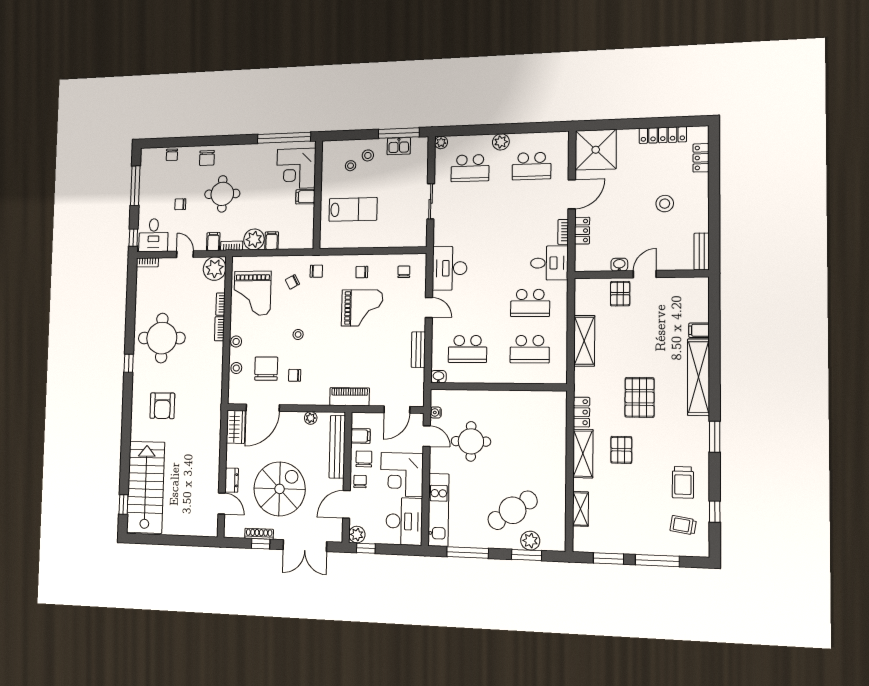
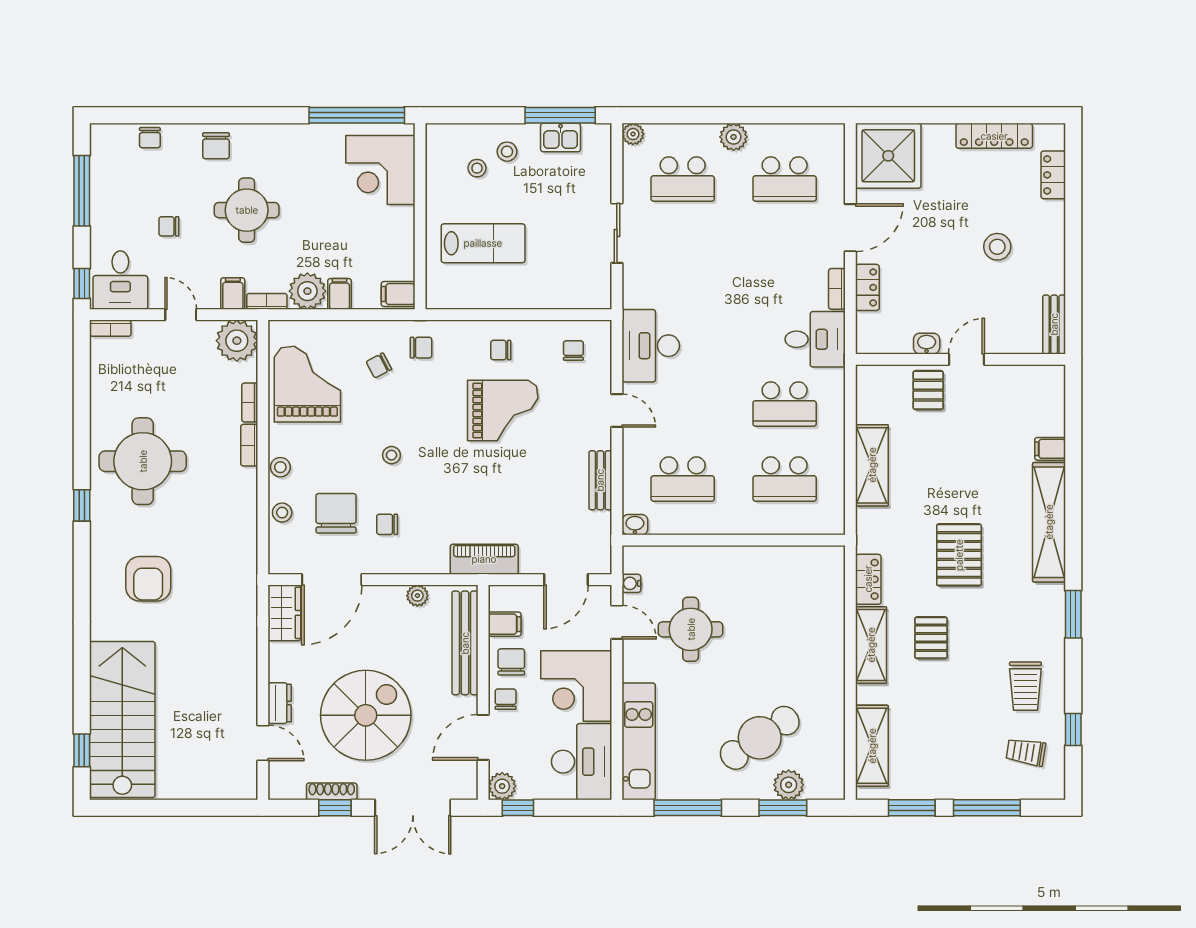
filing cabinet: (305, 197) -> (398, 294), moved
grand piano: (252, 293) -> (307, 384), turned 180
shelving: (580, 509) -> (872, 746), width x1.50, depth x1.33

